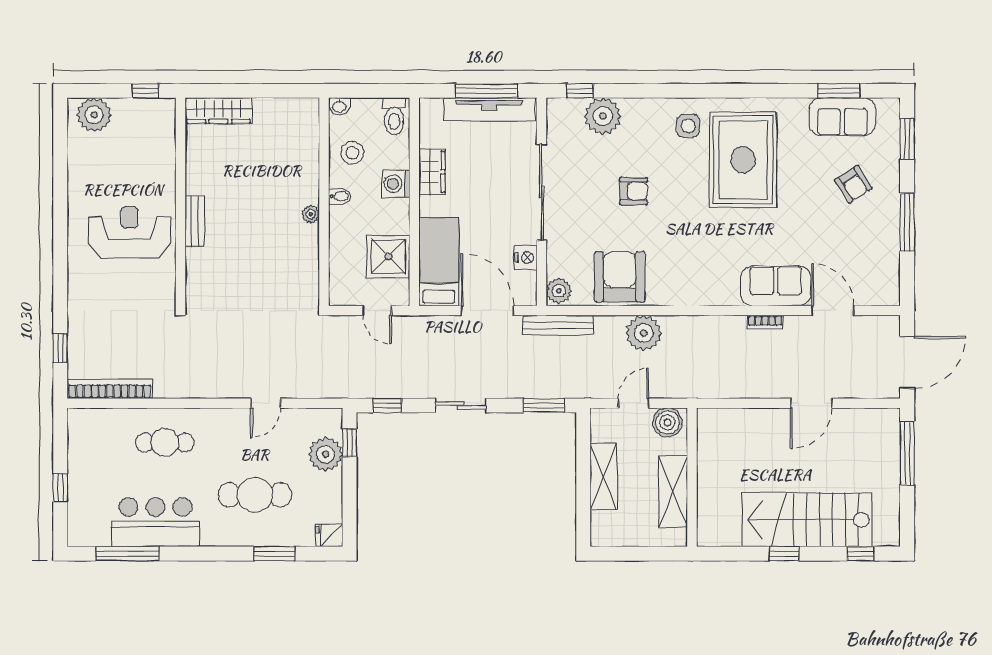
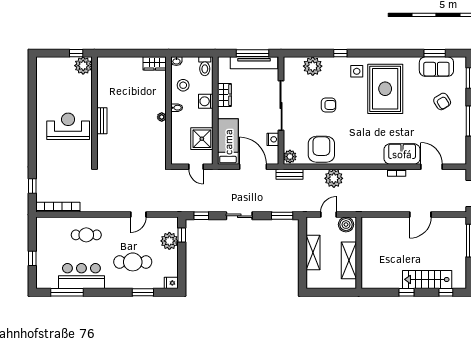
window: (580, 91) -> (340, 53), moved
wardrobe: (219, 111) -> (155, 63), moved, width x0.67
plant: (94, 115) -> (83, 66), moved
bench: (558, 325) -> (290, 174), width x0.73
stairs: (807, 520) -> (427, 279), width x0.73, depth x0.66

